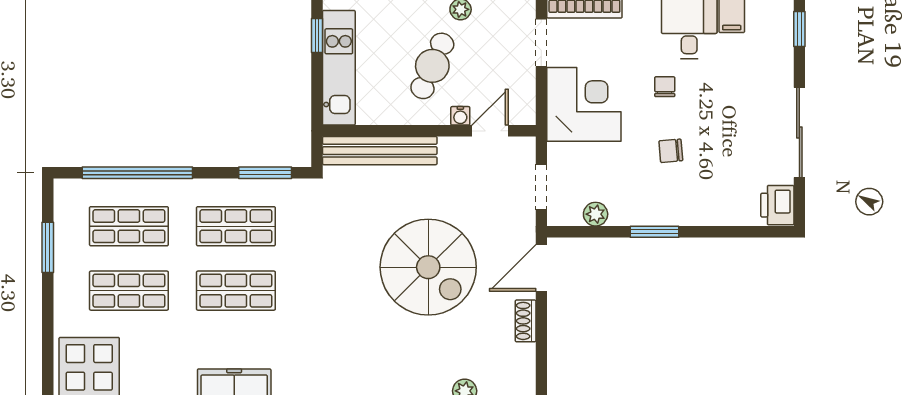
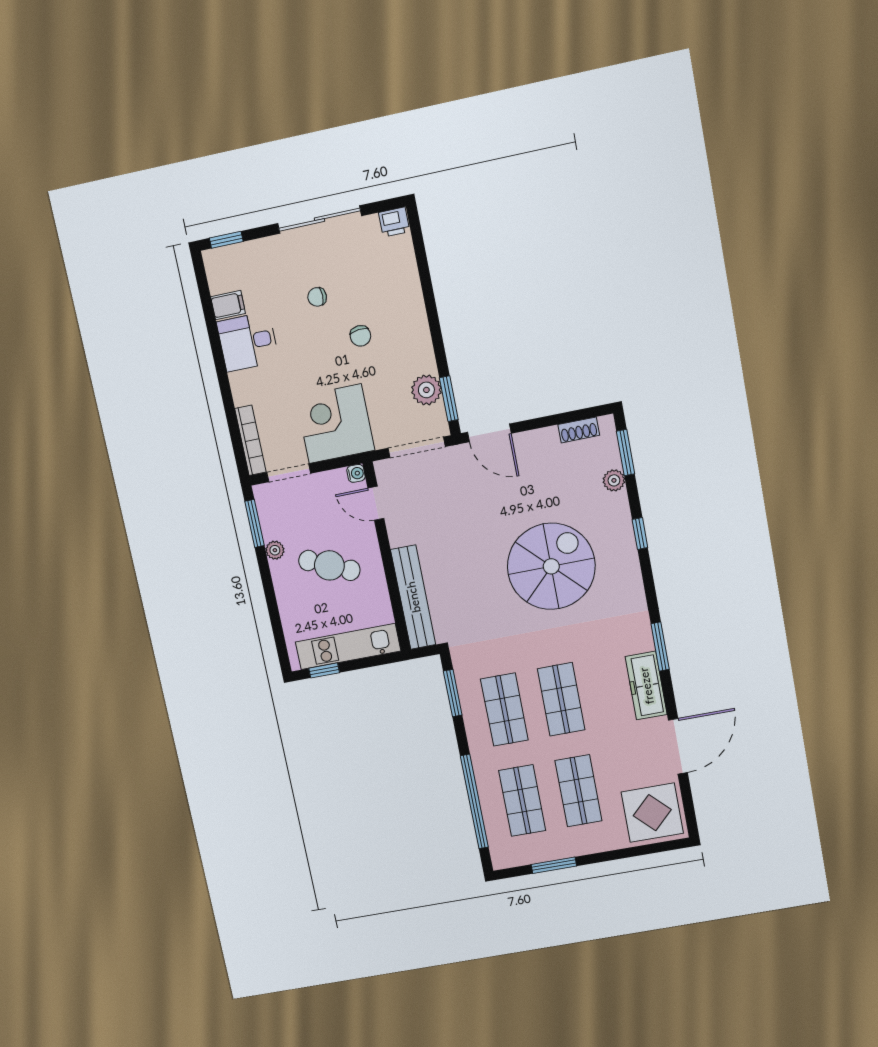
chair: (665, 87) -> (317, 297), moved
water cooler: (460, 116) -> (356, 473), moved
doorway: (541, 187) -> (417, 447), width x1.38
printer: (777, 205) -> (394, 222), width x0.73, depth x0.81
plant: (596, 214) -> (426, 390), width x1.38, depth x1.38
window: (654, 232) -> (449, 399), moved
spiral stairs: (428, 267) -> (551, 566), moved
shoe rack: (526, 321) -> (579, 430), moved

